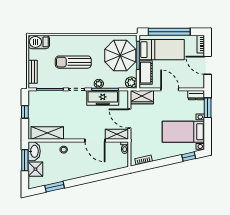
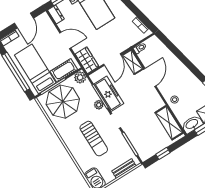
door: (170, 89) -> (65, 40), swing flipped

